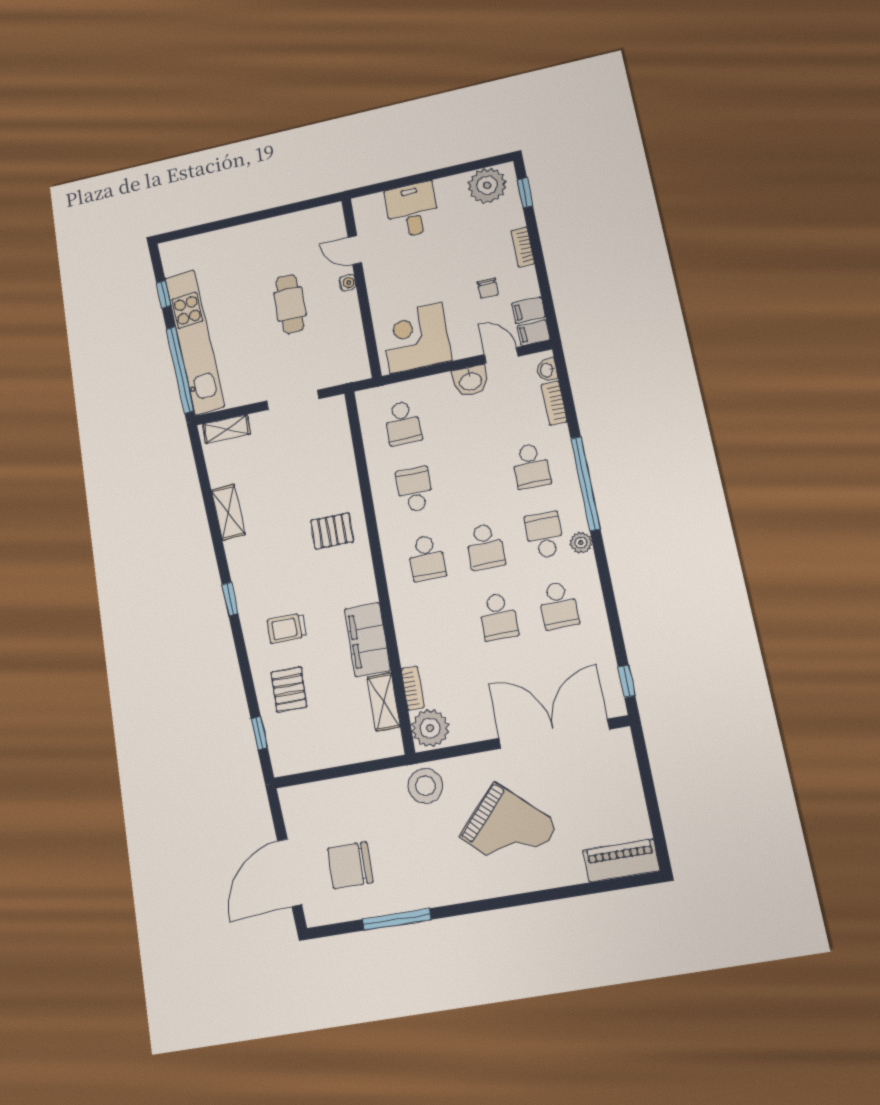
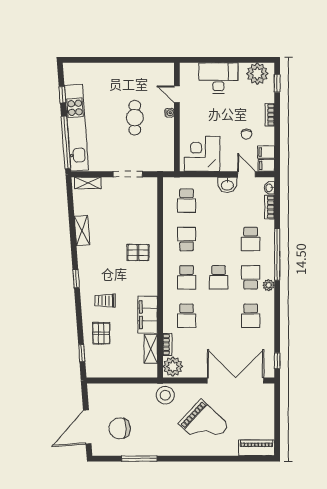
desk: (412, 210) -> (218, 78), width x1.37
school desk: (498, 617) -> (187, 316), moved

